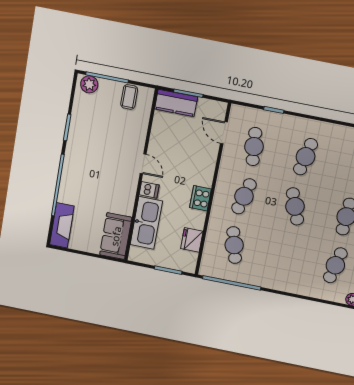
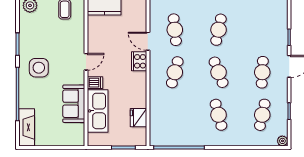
door: (224, 133) -> (148, 41), moved
side table: (87, 160) -> (39, 68), added
door: (143, 164) -> (86, 62), hinge flipped
cooker: (200, 198) -> (139, 61), moved
sofa: (116, 236) -> (74, 104), moved
cafe table: (234, 245) -> (219, 115), moved

